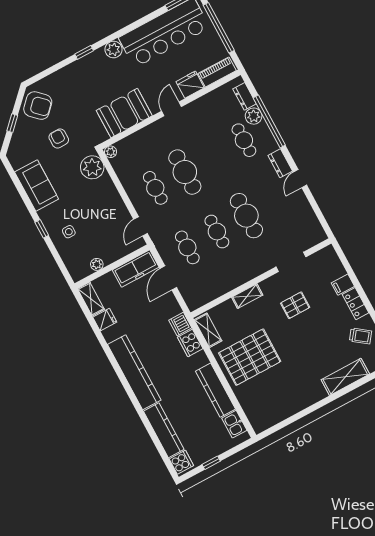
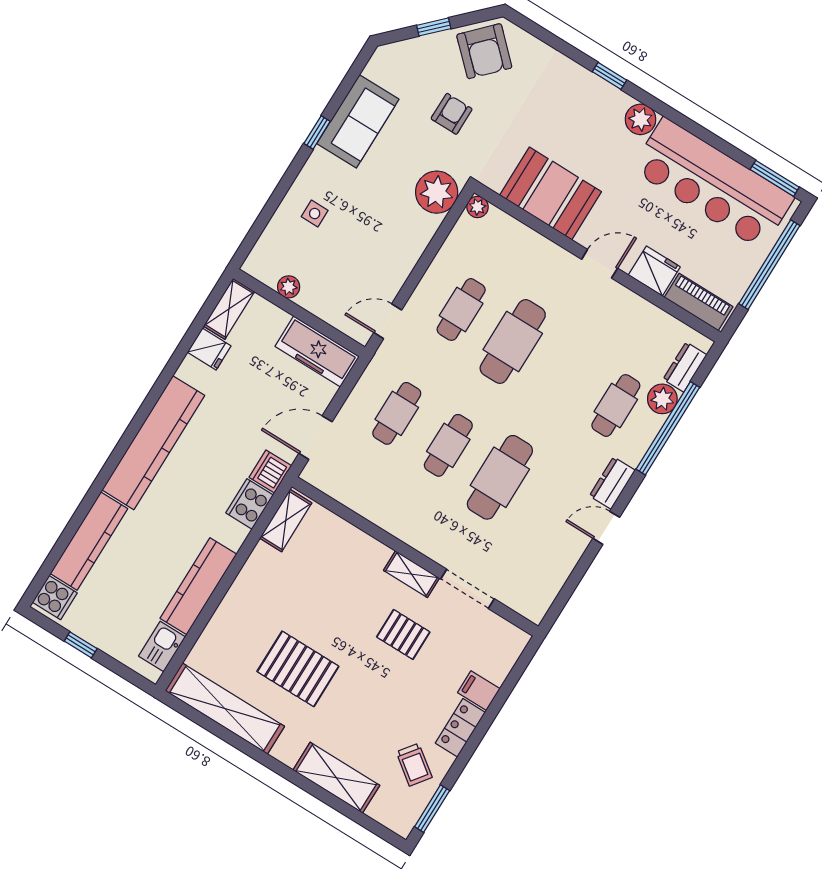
window: (42, 229) -> (317, 132), moved
door: (168, 278) -> (316, 438), moved
shelving: (247, 296) -> (411, 574), moved
pallet: (250, 357) -> (298, 669), moved, width x0.73, depth x0.71
shelving: (281, 411) -> (225, 708), added

